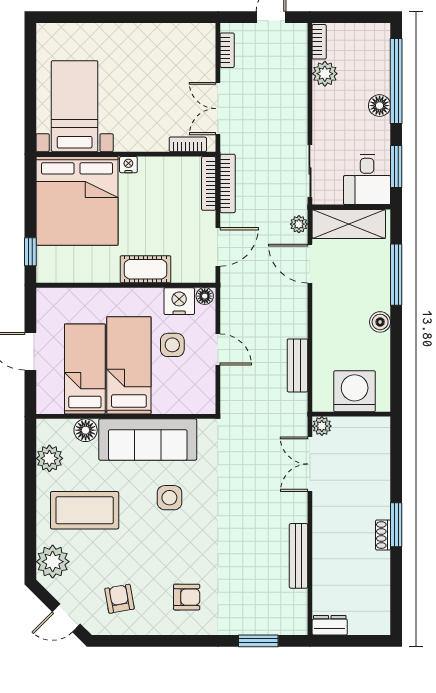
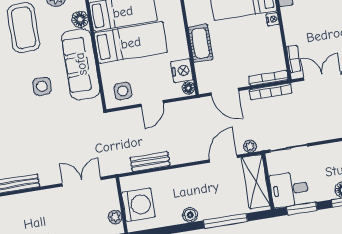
side table: (172, 345) -> (123, 91), moved
plant: (322, 426) -> (115, 217), moved

